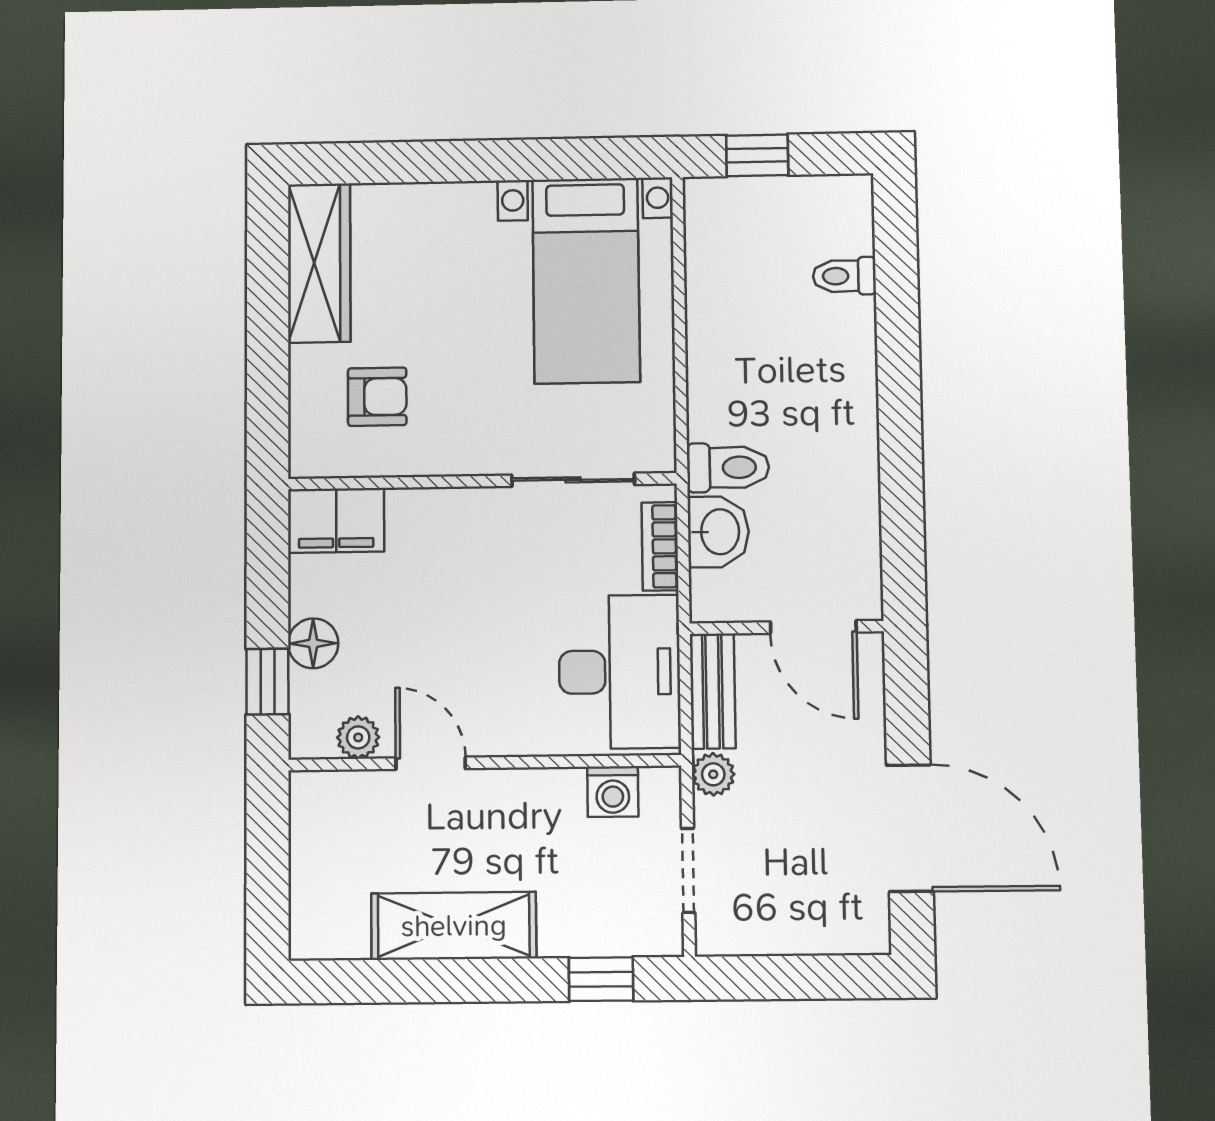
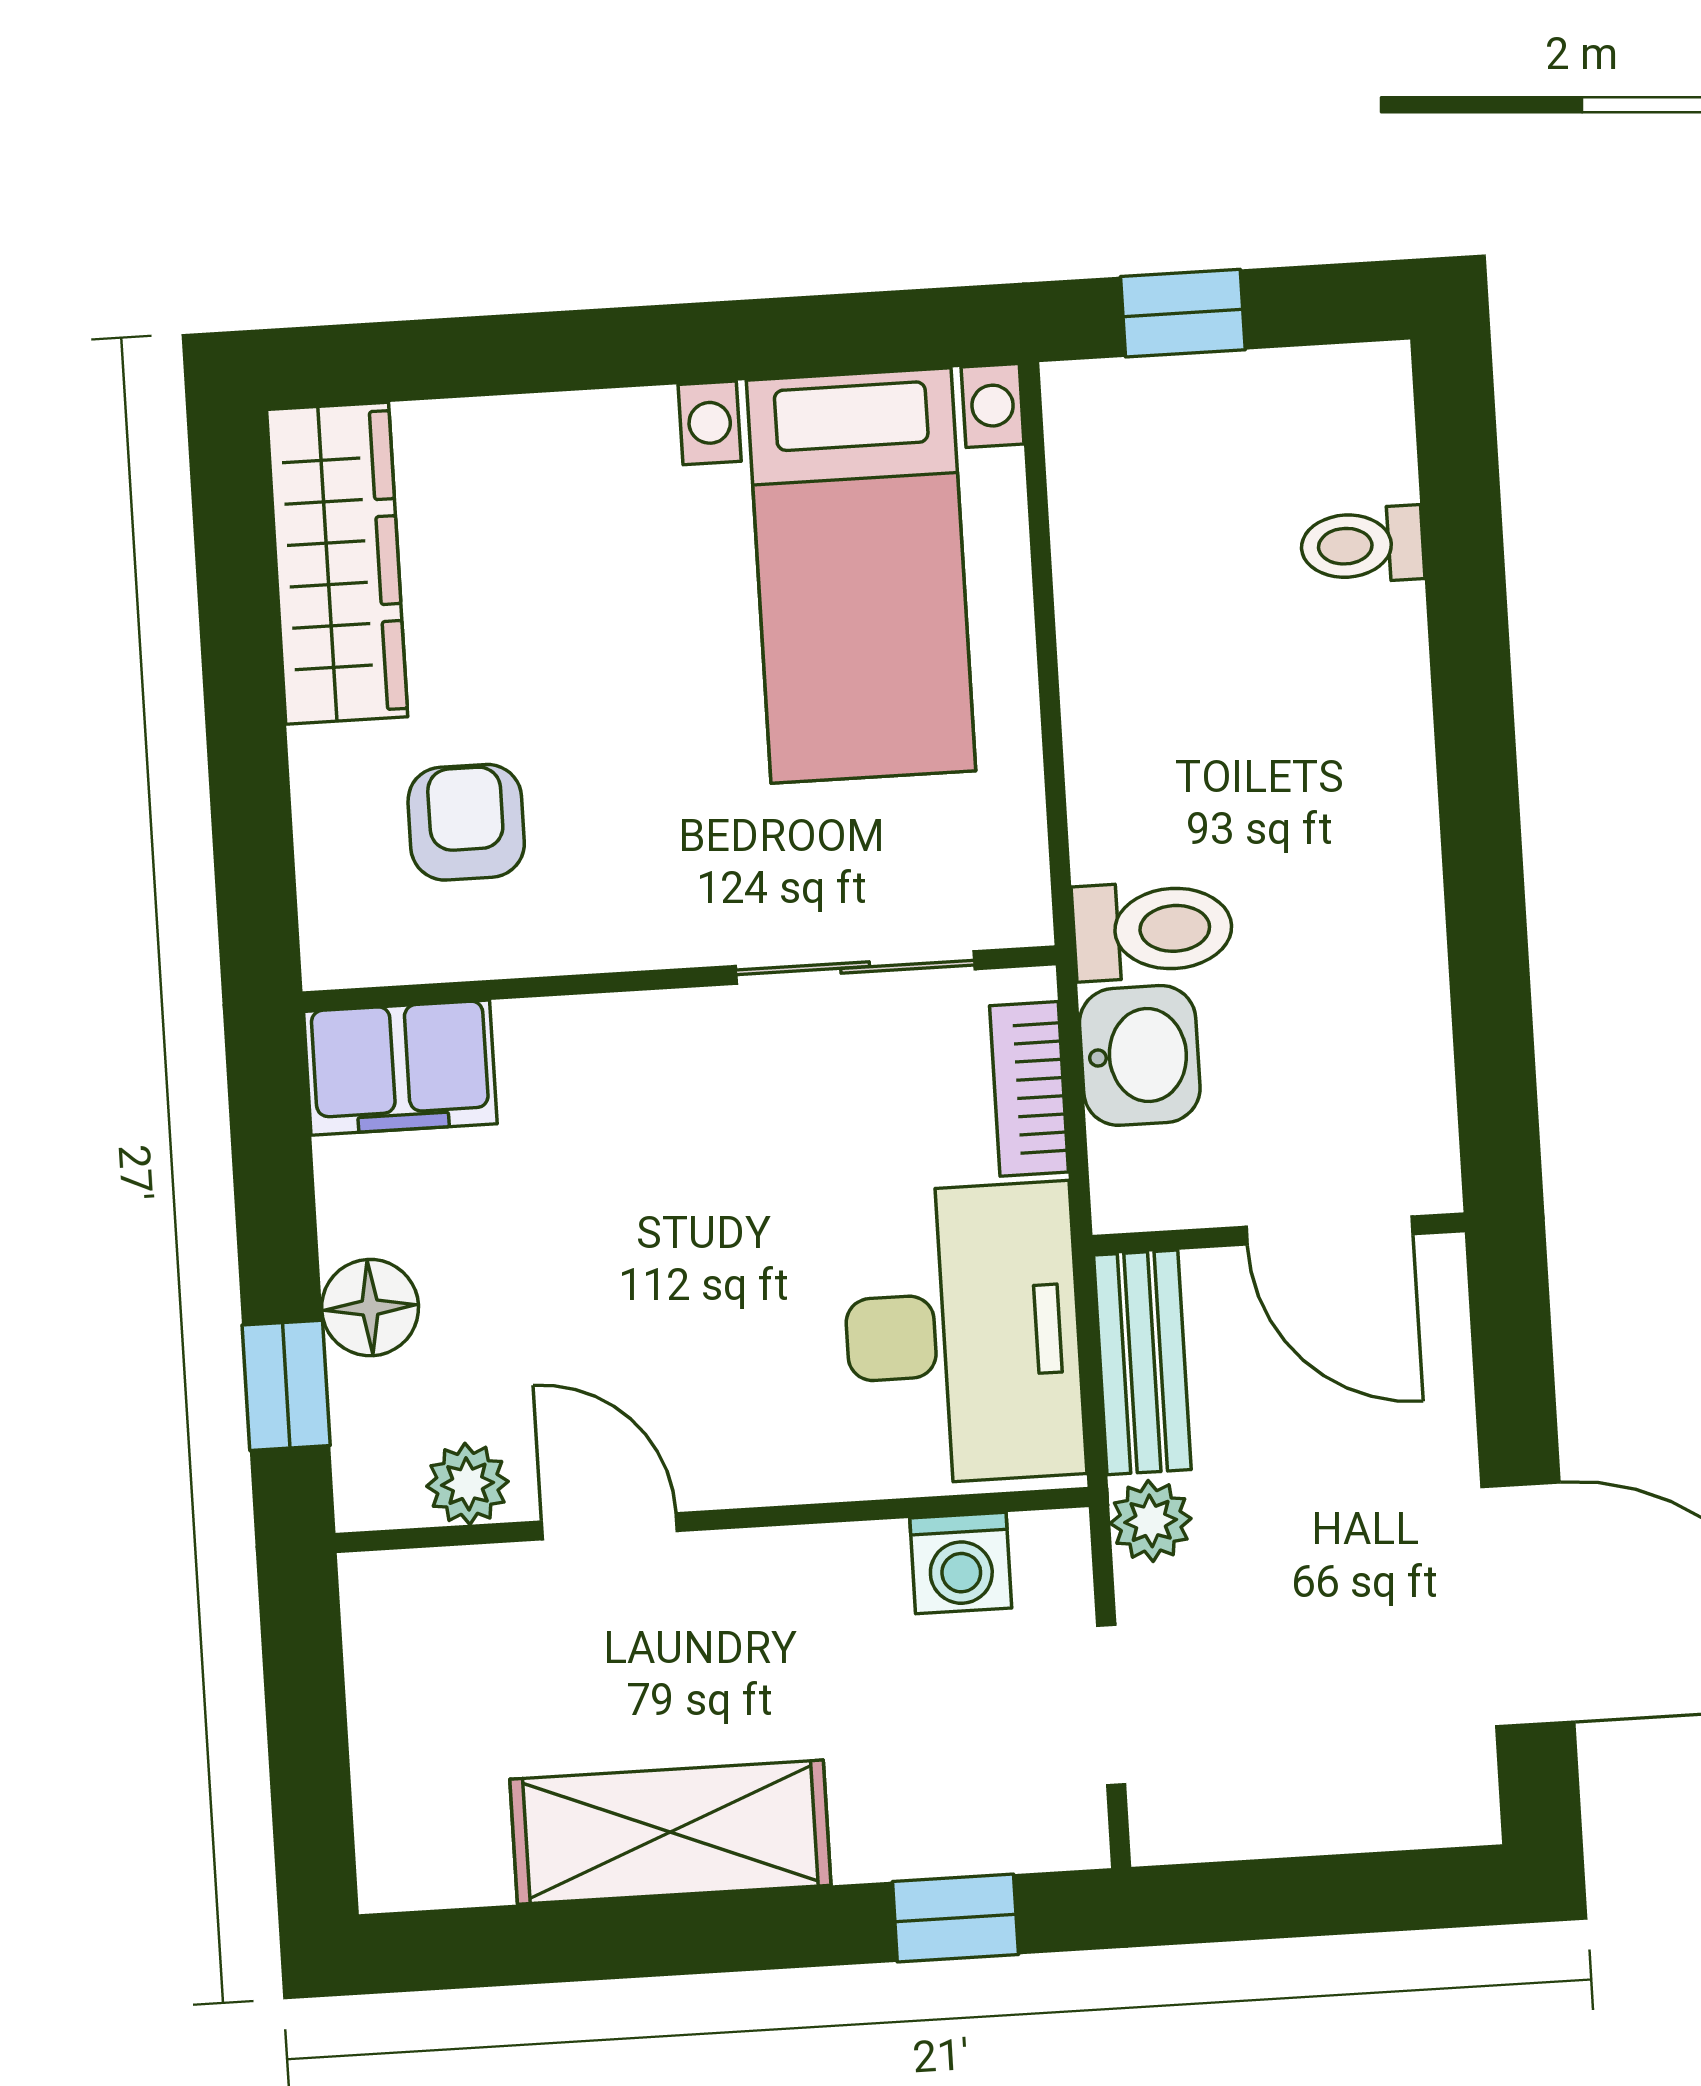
armchair: (377, 397) -> (466, 822), turned -90

